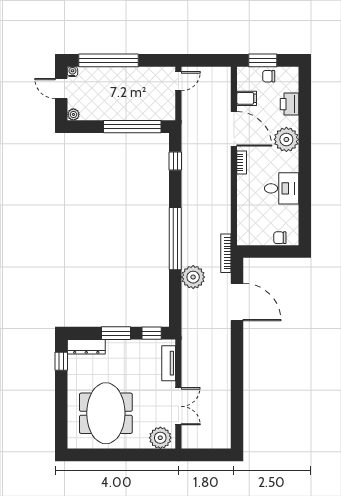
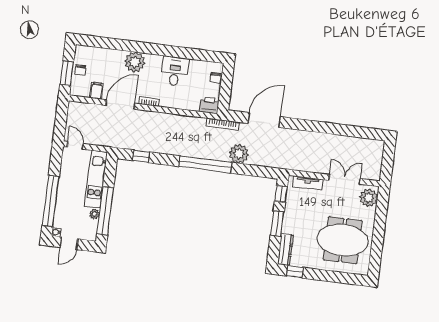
printer: (289, 104) -> (209, 105), moved, turned 180
kitchen unit: (141, 111) -> (96, 179), added
plant: (73, 114) -> (95, 214), moved
window: (132, 127) -> (105, 211), moved

